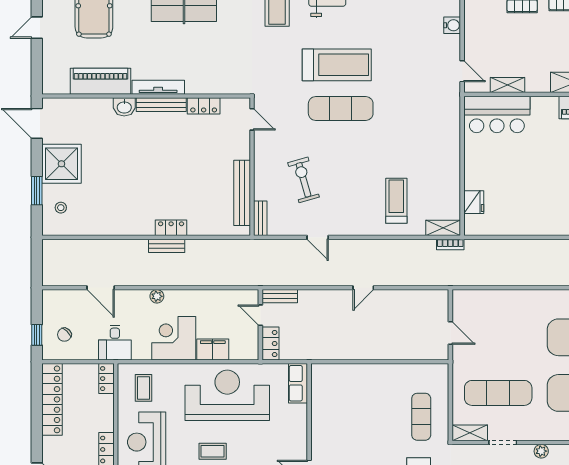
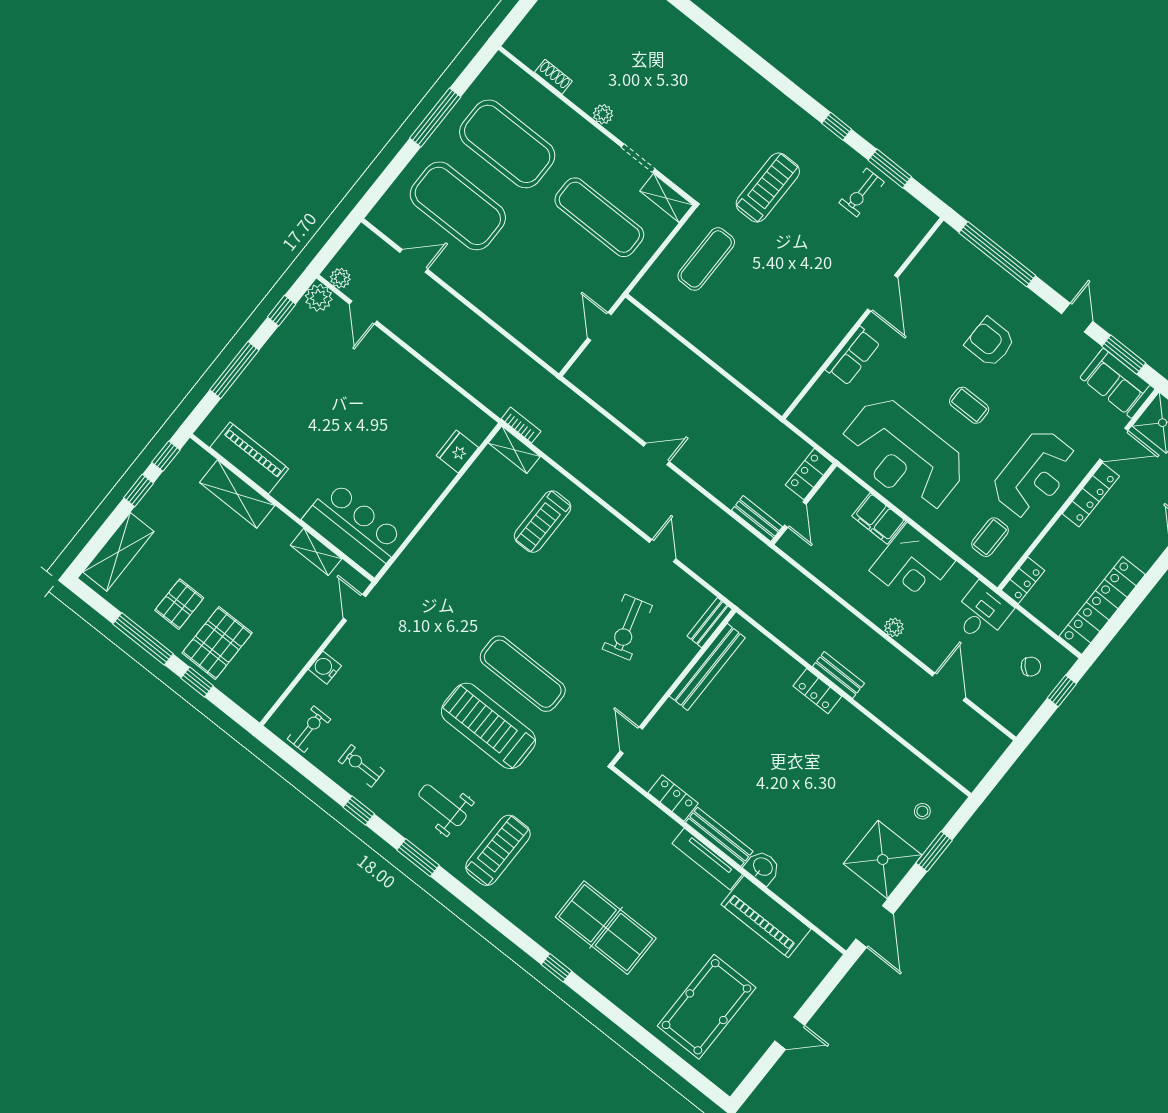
row of seats: (298, 383) -> (853, 356), moved

